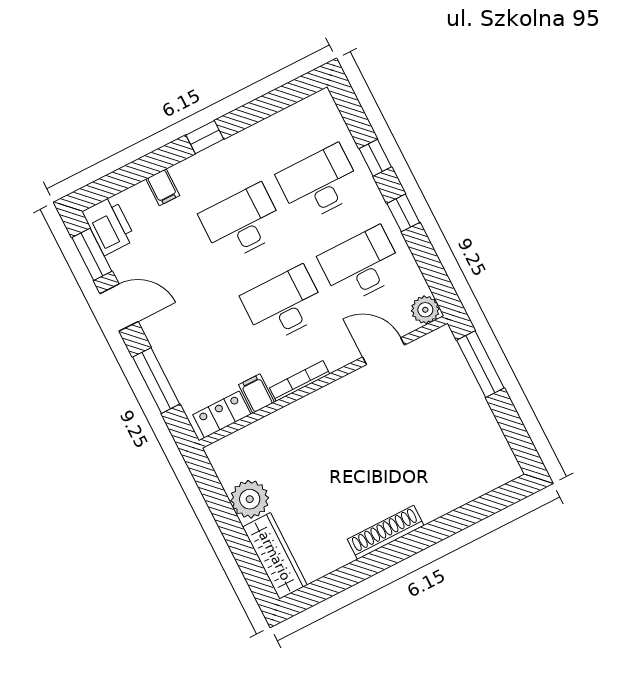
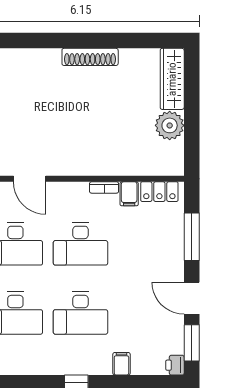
printer: (109, 226) -> (175, 365), width x0.53, depth x0.68
bookcase: (300, 381) -> (104, 187), width x0.64

